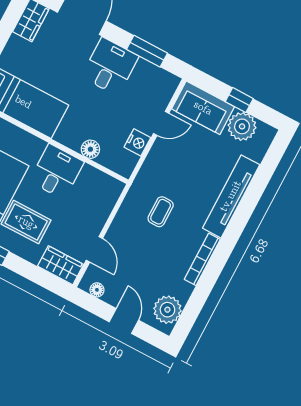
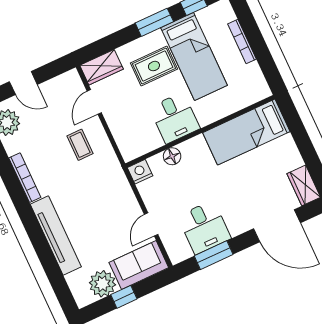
desk: (110, 66) -> (204, 227), moved
nightstand: (137, 142) -> (140, 172), moved, turned 90
coffee table: (161, 212) -> (80, 145), moved
door: (94, 249) -> (94, 102), hinge flipped
floor lamp: (97, 290) -> (62, 81), removed

